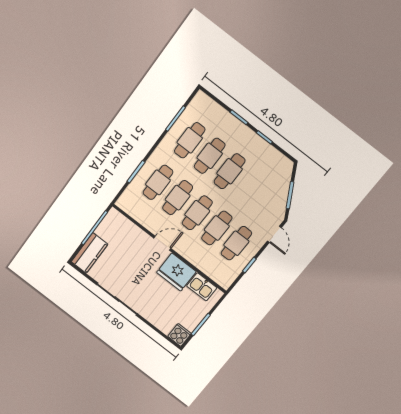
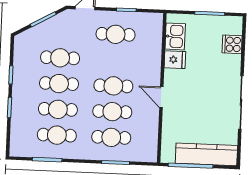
cafe table: (217, 228) -> (60, 58), moved
kitchen counter: (89, 253) -> (206, 154), width x1.50
fridge: (176, 272) -> (175, 60), width x0.53, depth x0.75
cooker: (179, 335) -> (232, 44), moved

